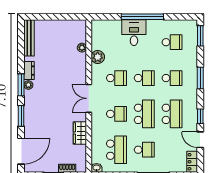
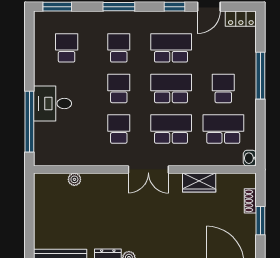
window: (142, 17) -> (29, 122), moved
plant: (98, 57) -> (88, 156), removed
school desk: (116, 114) -> (171, 129), width x1.85

